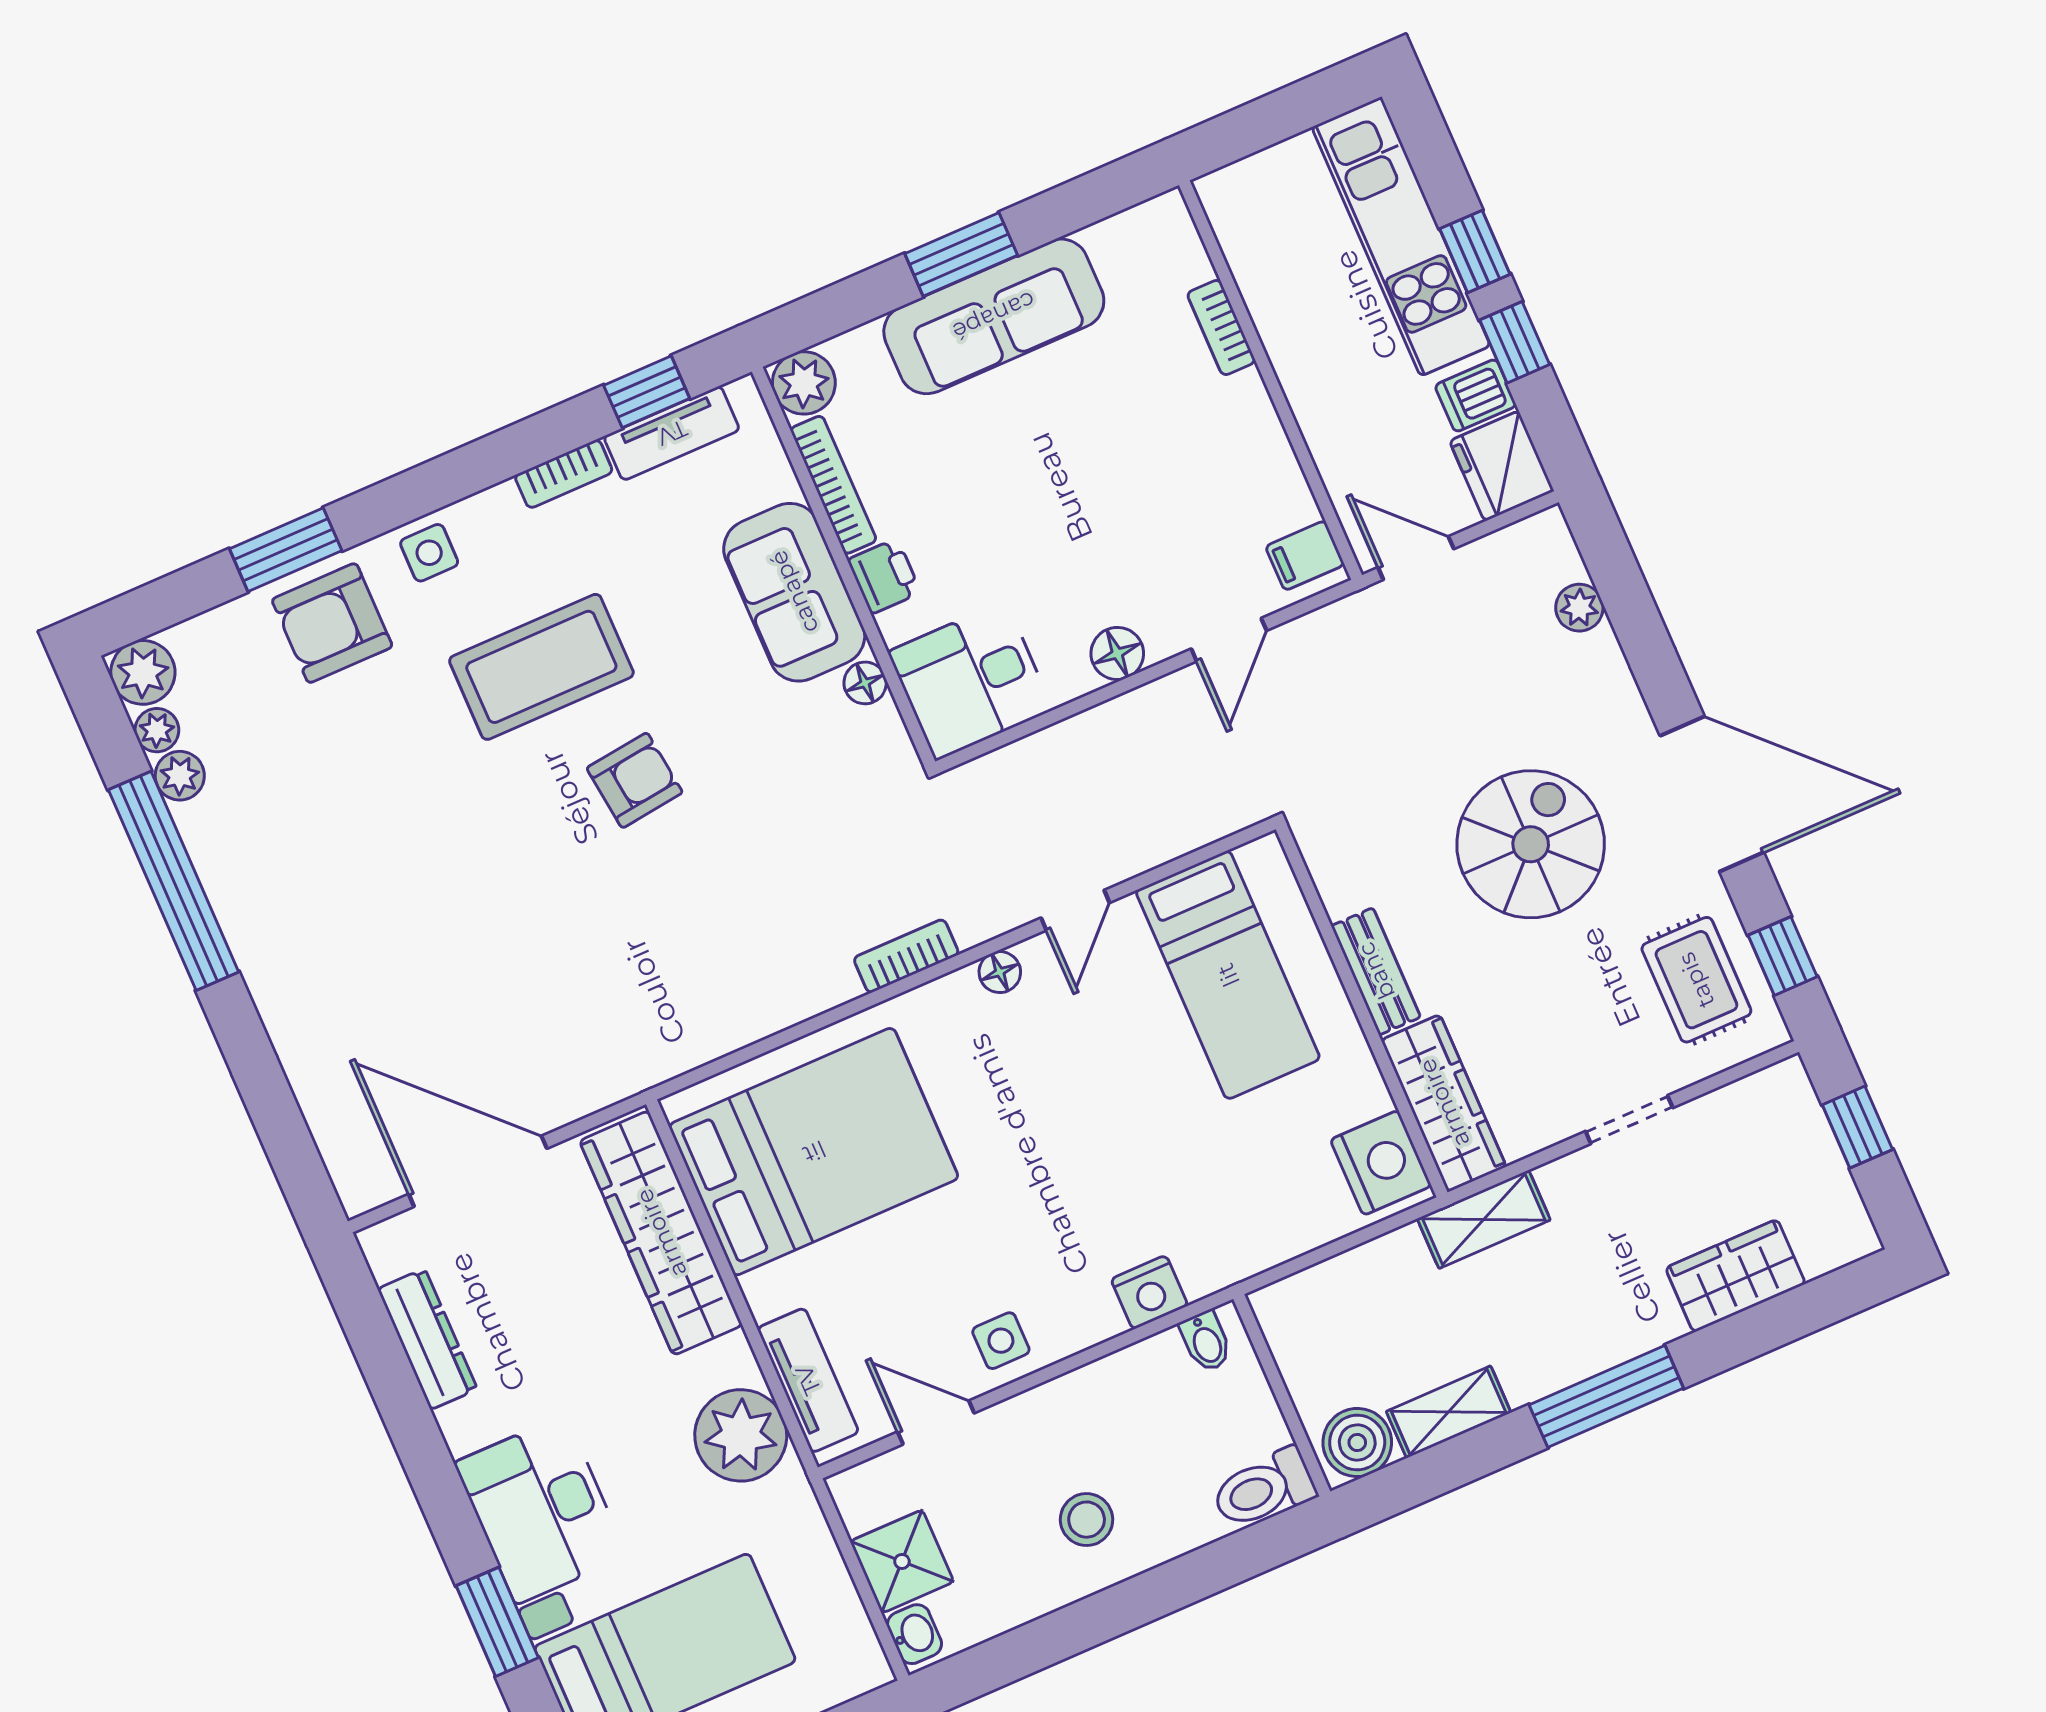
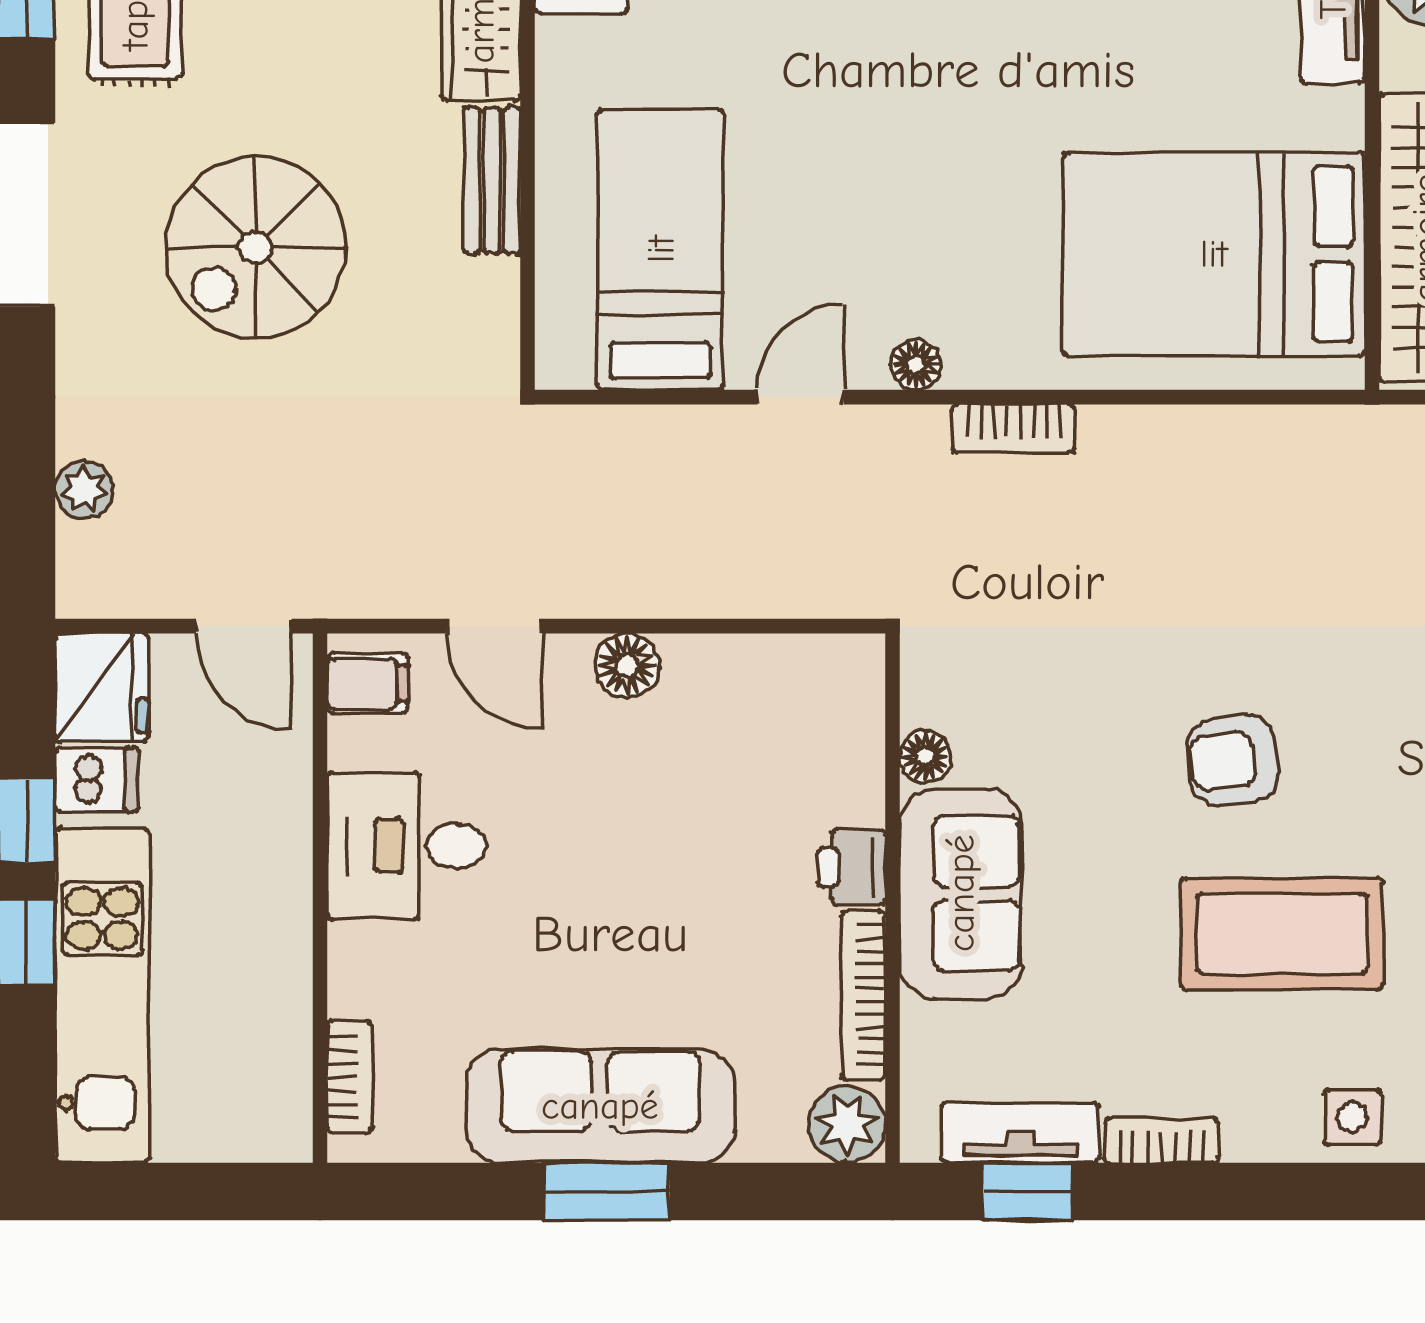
bookcase: (1221, 327) -> (350, 1077), moved
door: (1229, 640) -> (494, 626), swing flipped
desk: (970, 681) -> (407, 846), moved, turned 180

